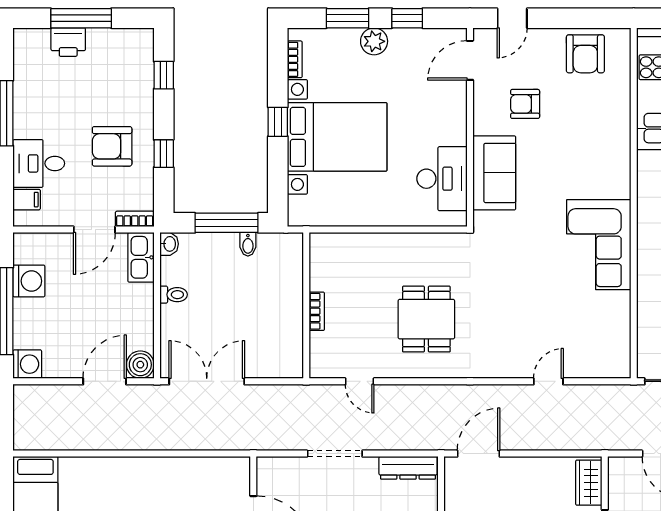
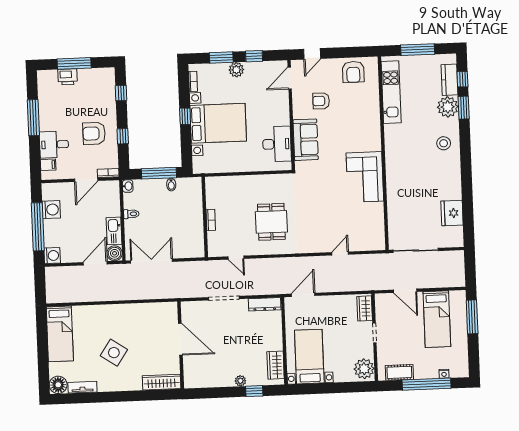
kitchen sink: (141, 257) -> (114, 231), moved

